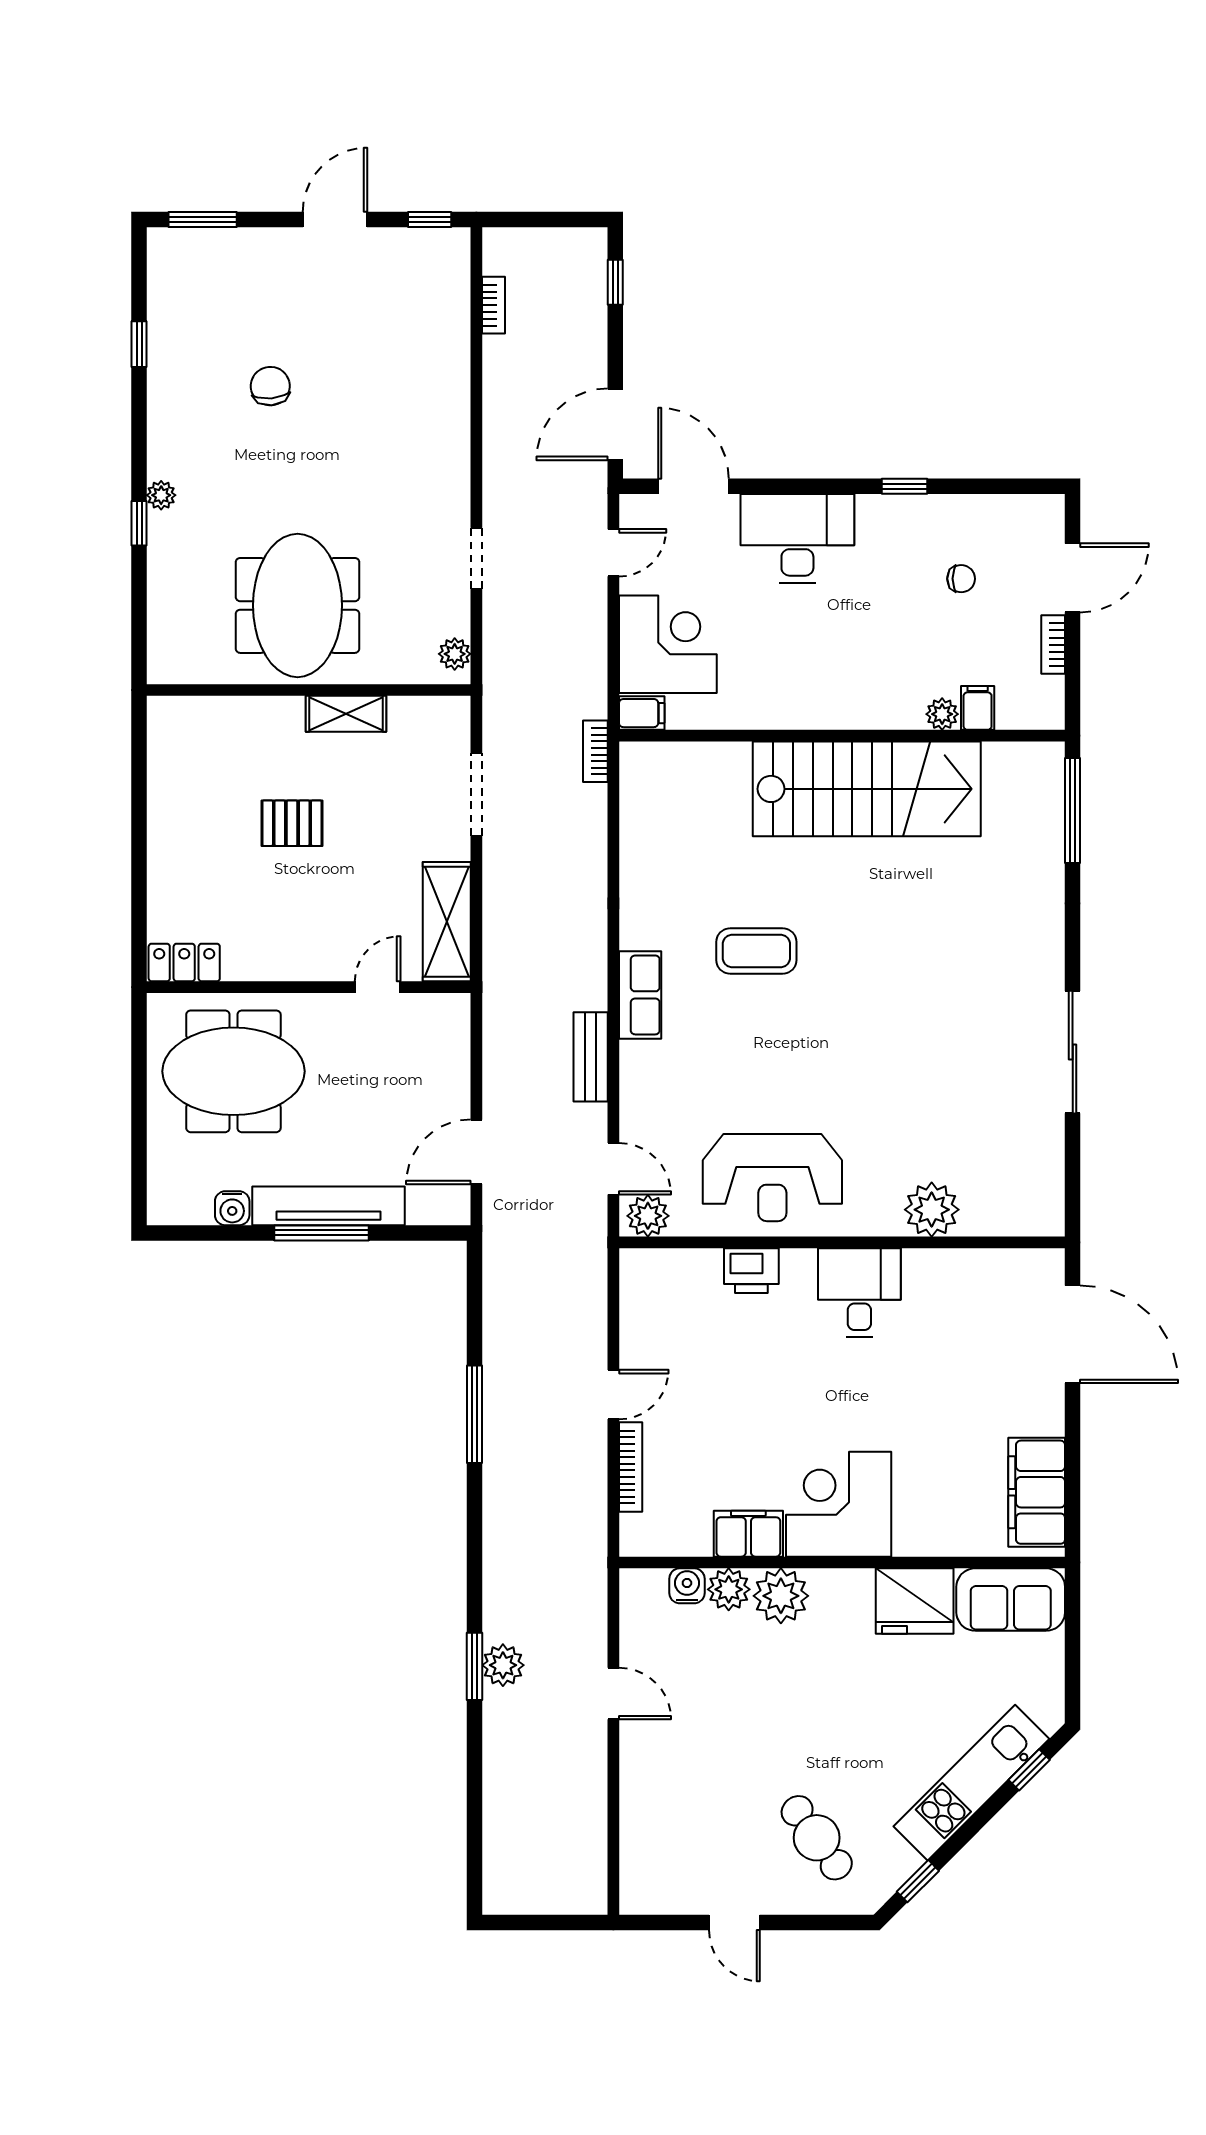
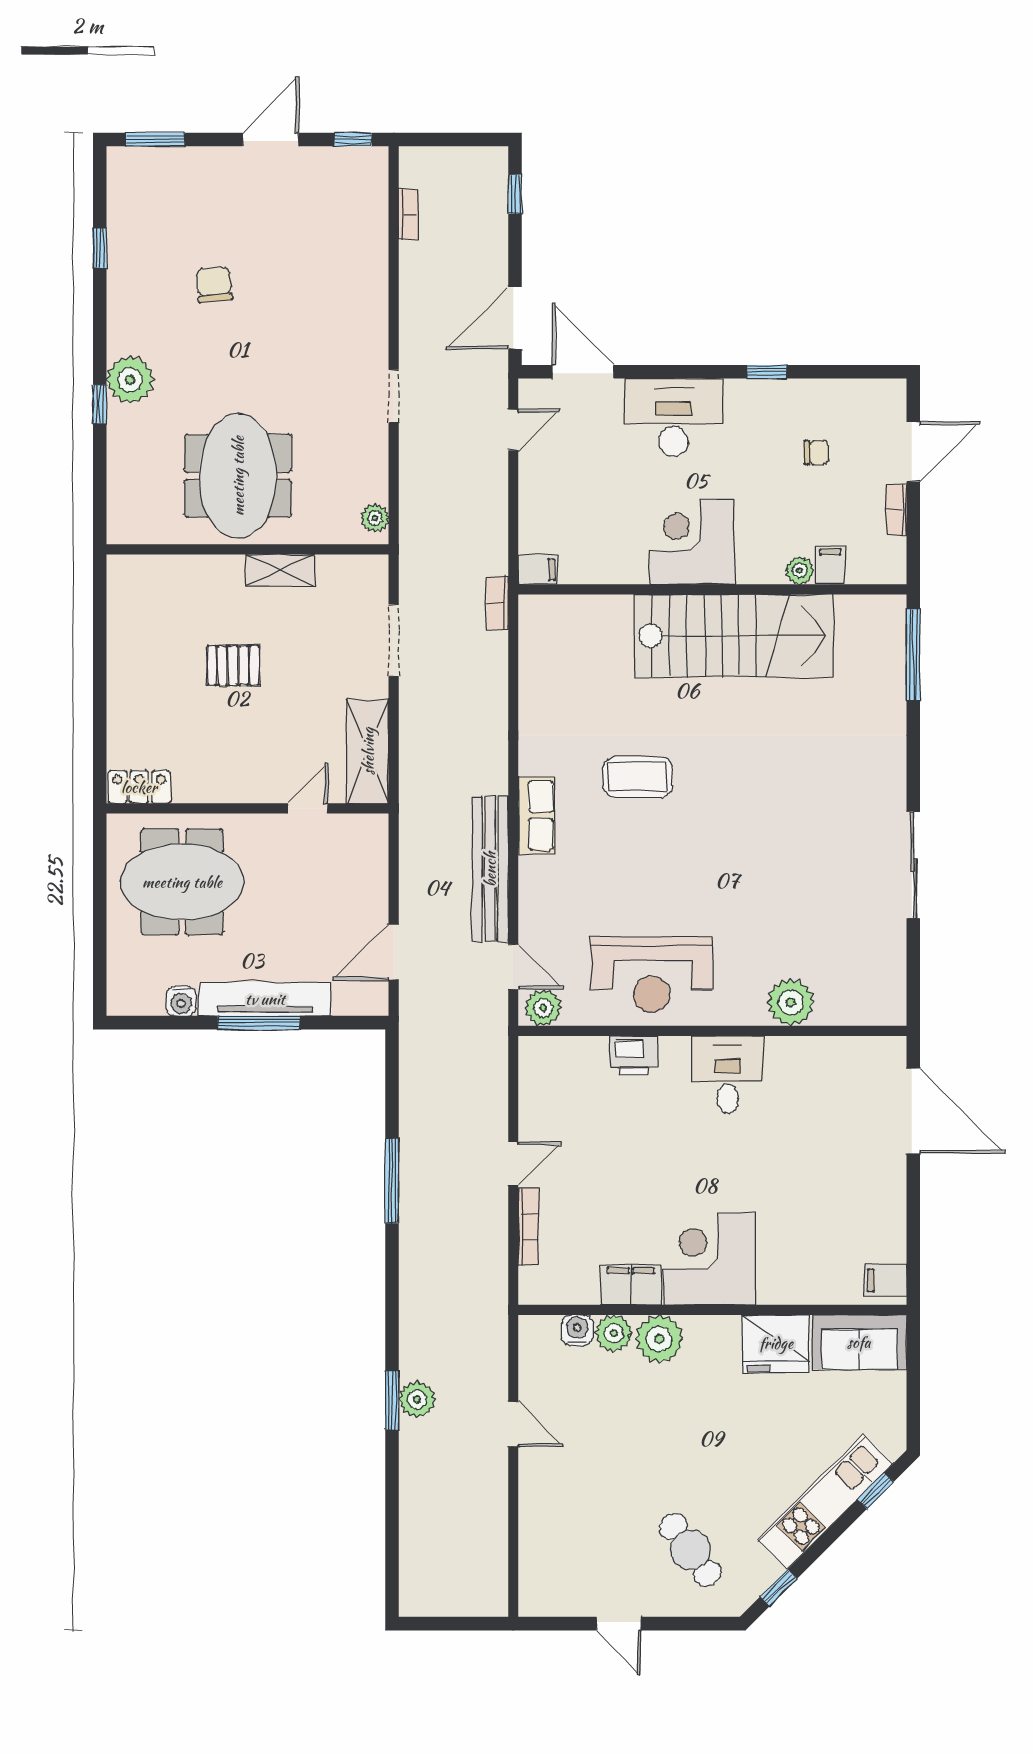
plant: (161, 495) -> (130, 380), width x1.88, depth x1.88
doorway: (476, 558) -> (394, 396), moved
corner desk: (668, 644) -> (692, 542), moved, turned -90
bench: (591, 1057) -> (490, 869), width x1.86, depth x1.21
filing cabinet: (1037, 1492) -> (886, 1280), width x0.33, depth x0.86

